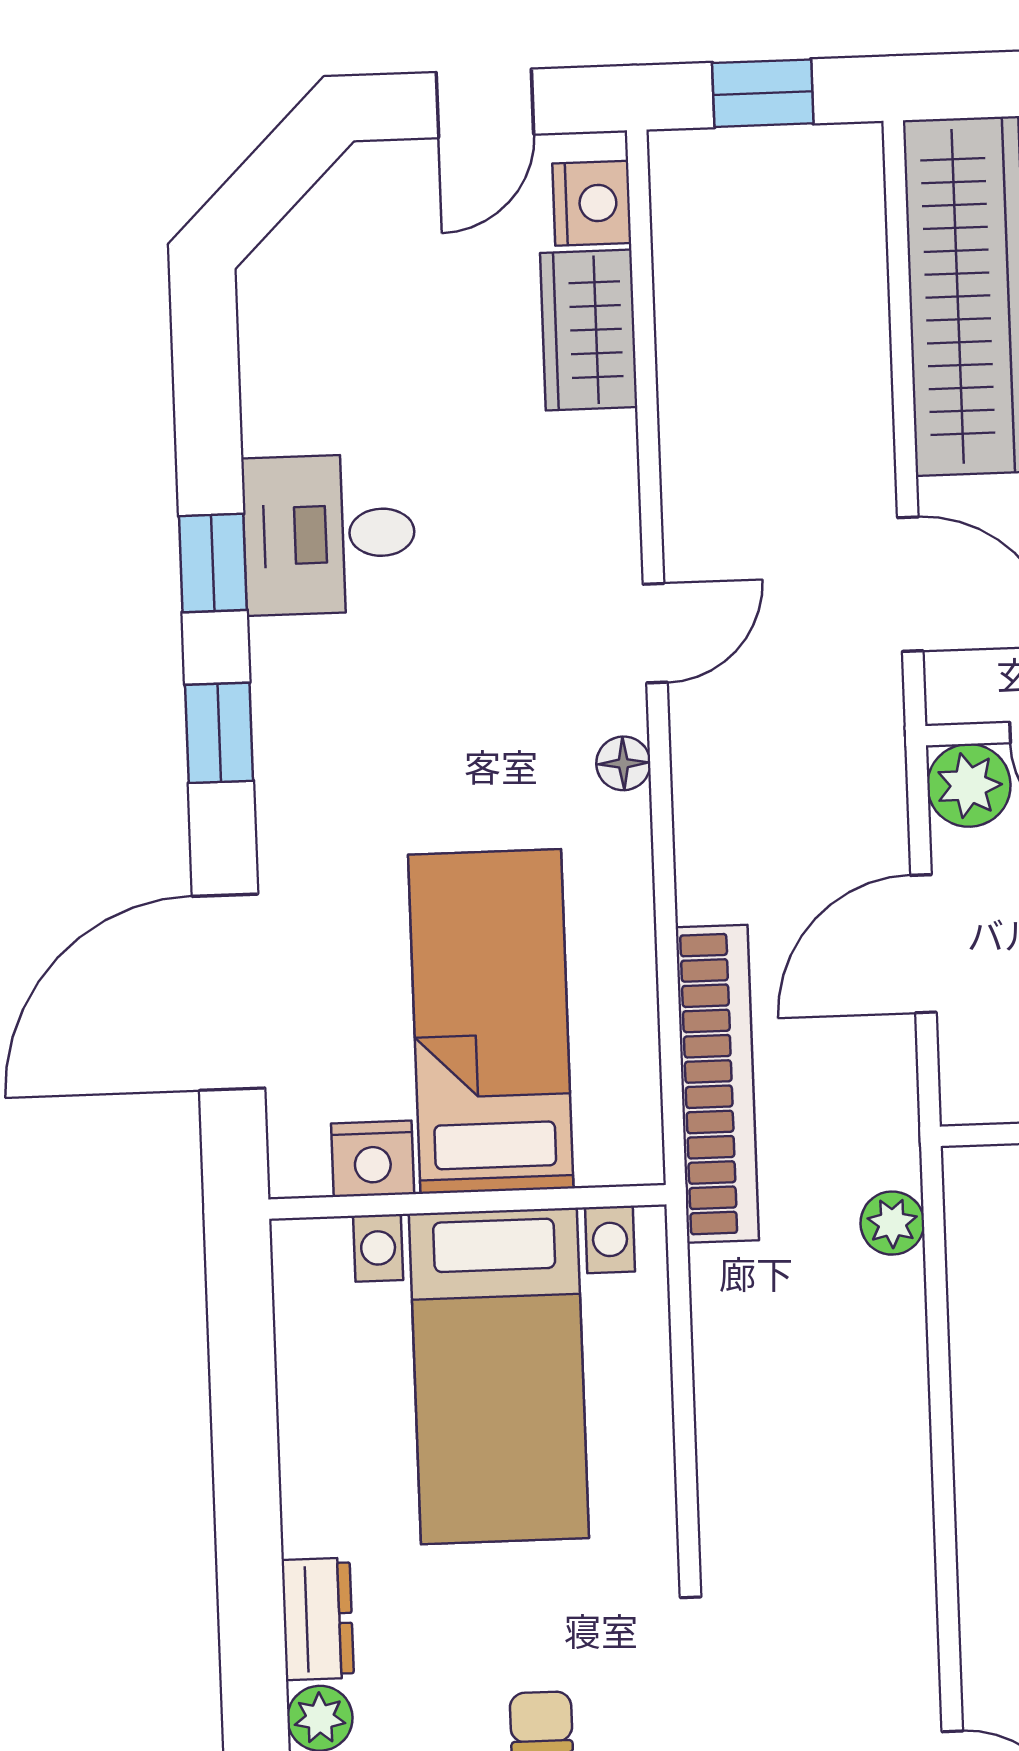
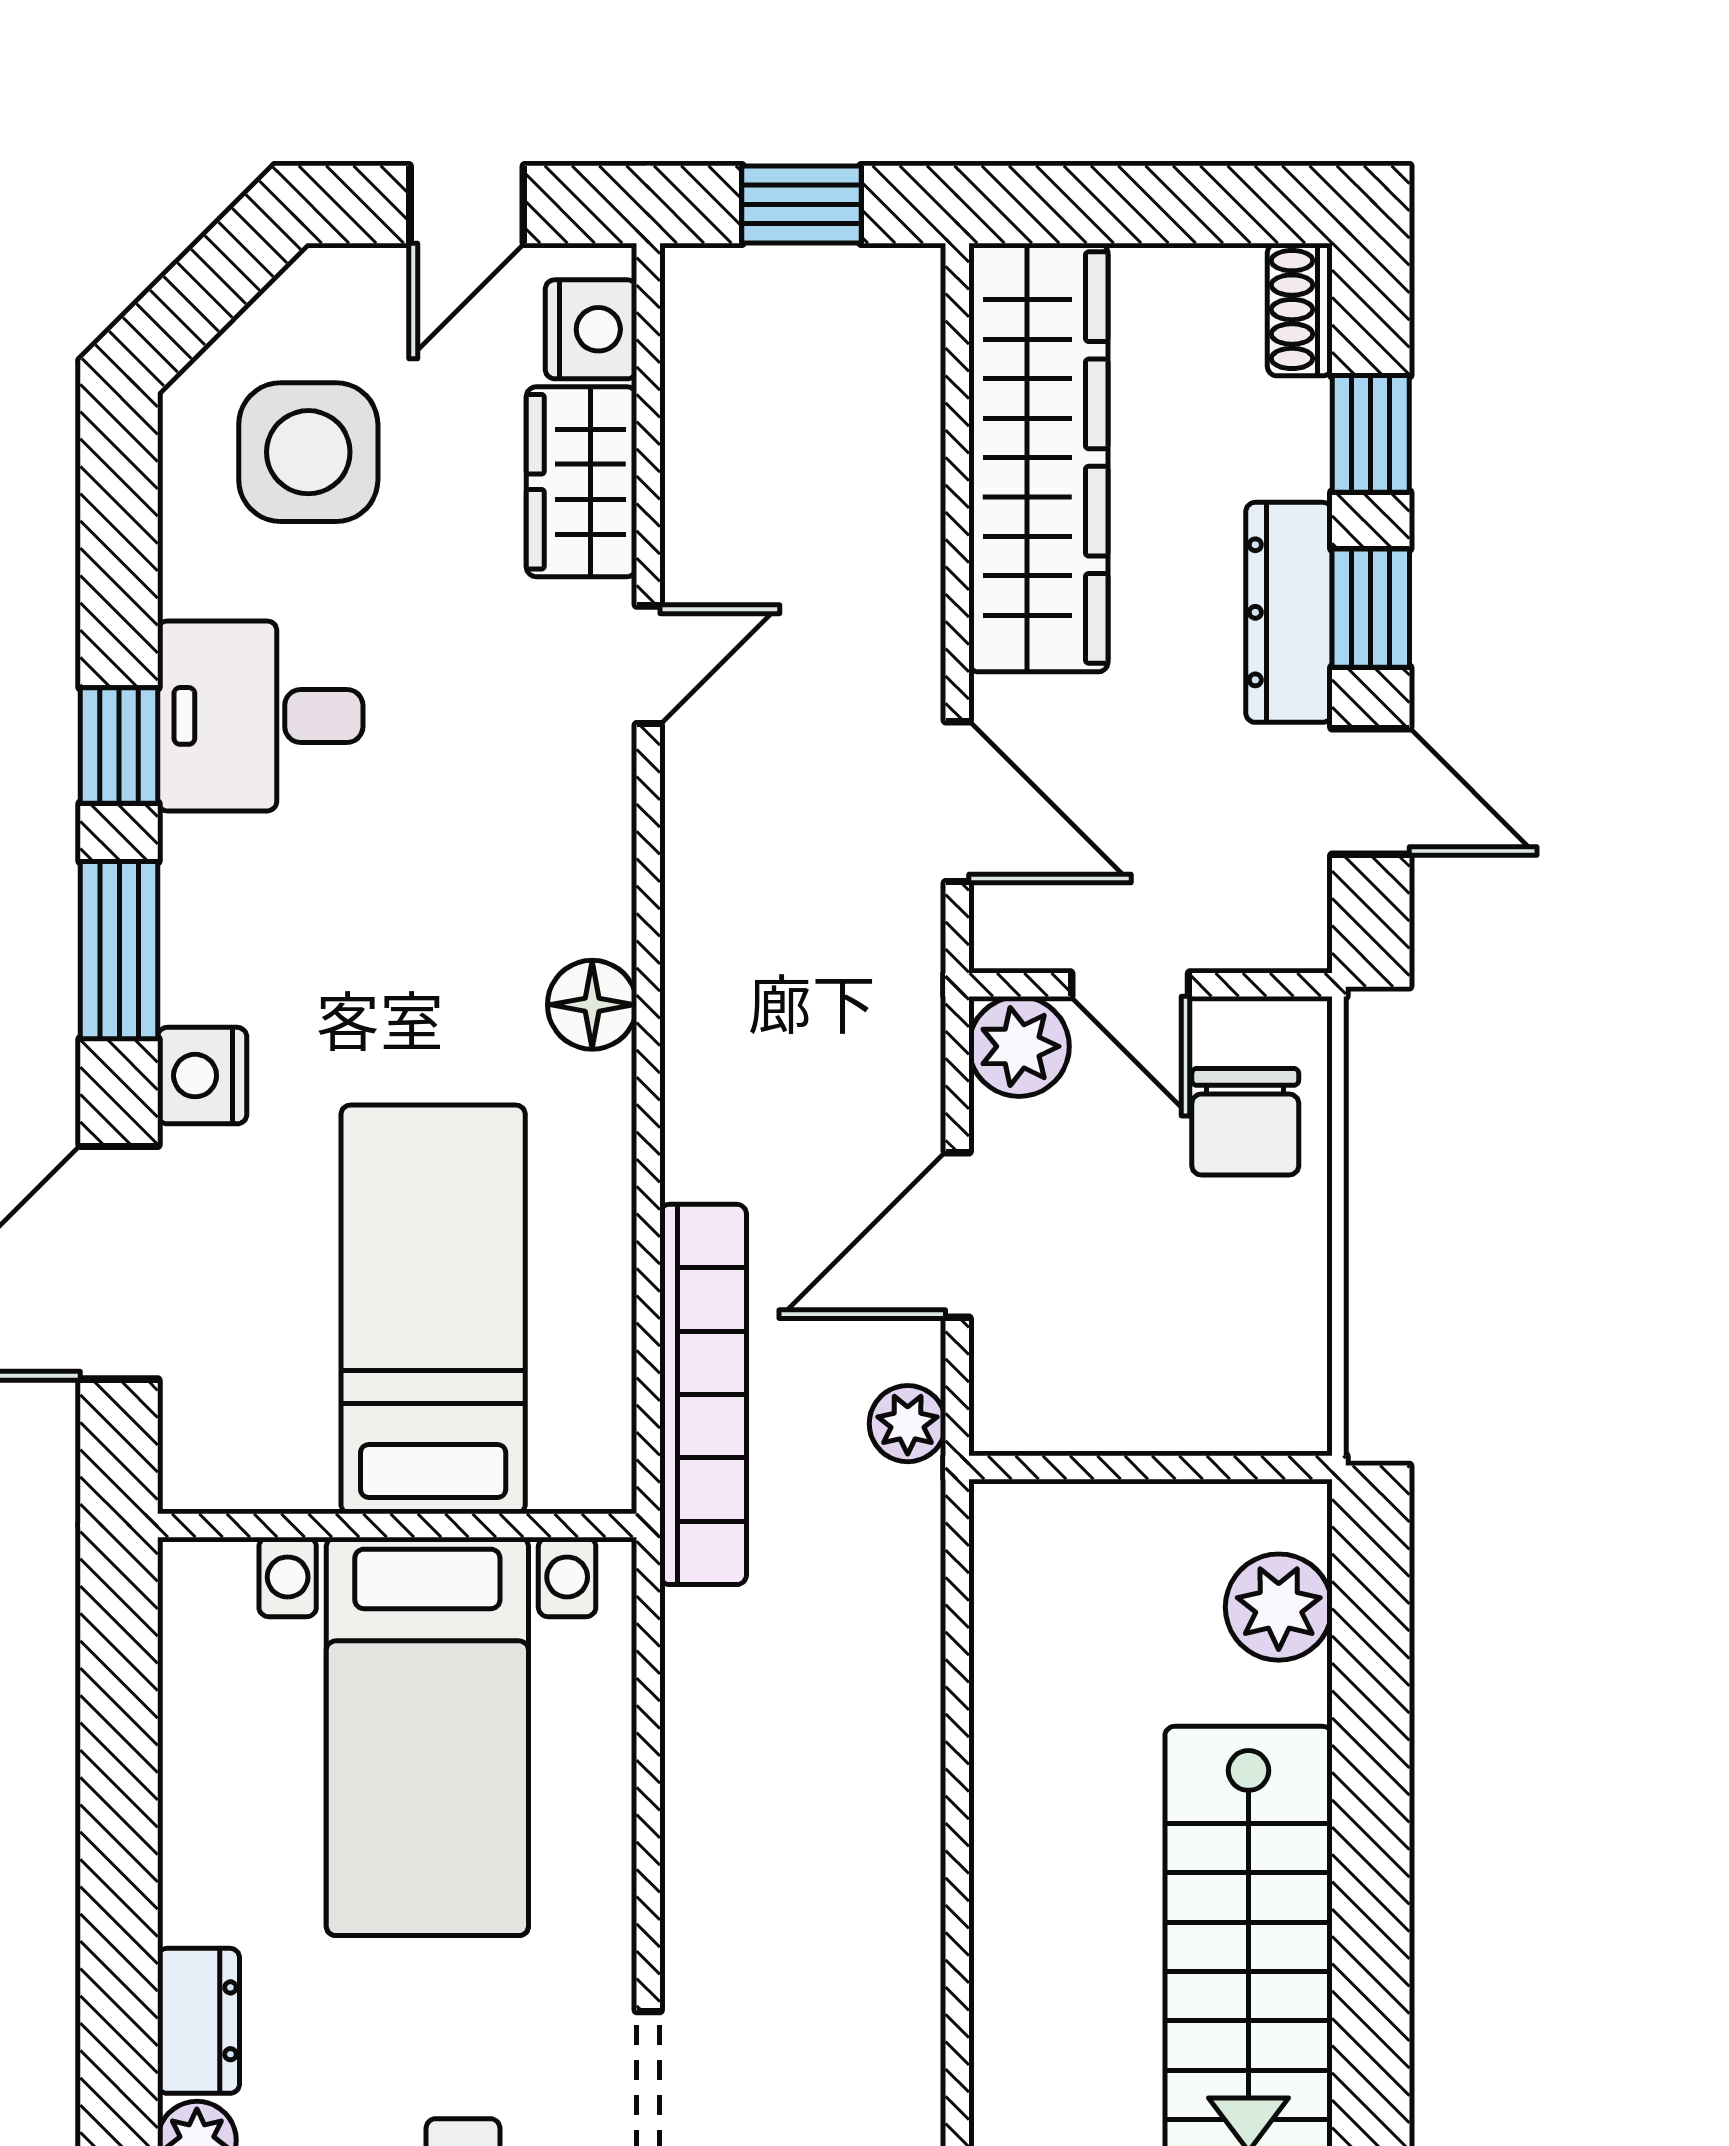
side table: (361, 314) -> (308, 452), added
door: (655, 633) -> (648, 665), moved
window: (219, 733) -> (119, 950), width x1.50
floor lamp: (623, 763) -> (592, 1005), width x1.37, depth x1.37
nightstand: (373, 1159) -> (202, 1076), moved, turned 90
plant: (892, 1223) -> (908, 1424), moved

